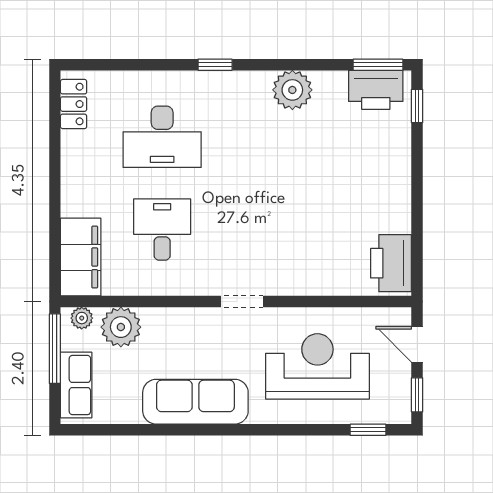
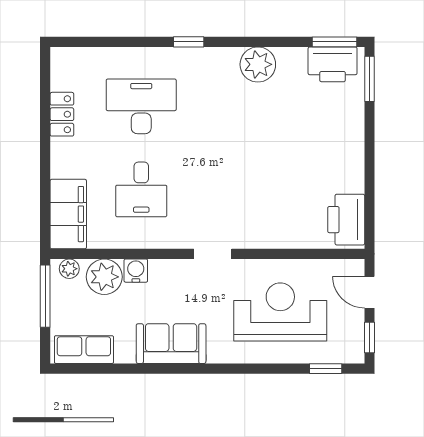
locker: (74, 104) -> (62, 114), moved
window: (417, 106) -> (369, 79), width x1.50
desk: (162, 137) -> (141, 106), turned 180
desk: (162, 229) -> (141, 189), turned 180
water cooler: (156, 320) -> (136, 271), added
row of seats: (76, 385) -> (84, 350), moved, turned -90
sofa: (195, 402) -> (171, 344), width x0.73

